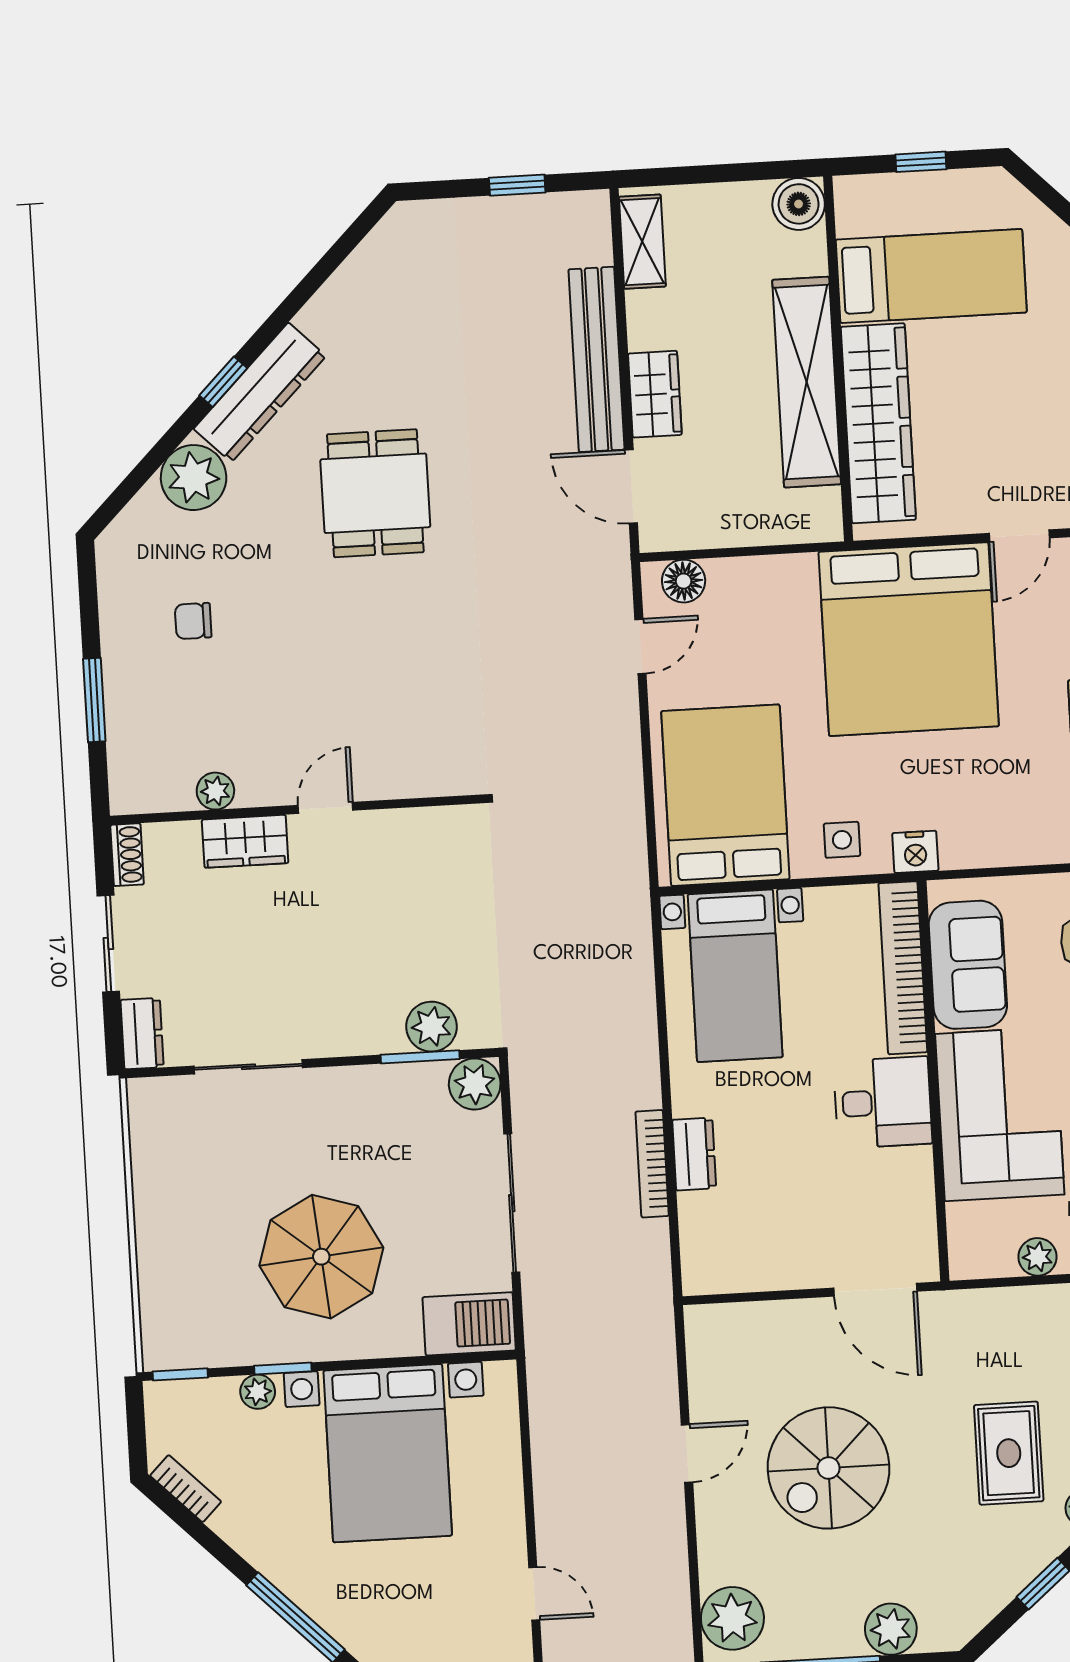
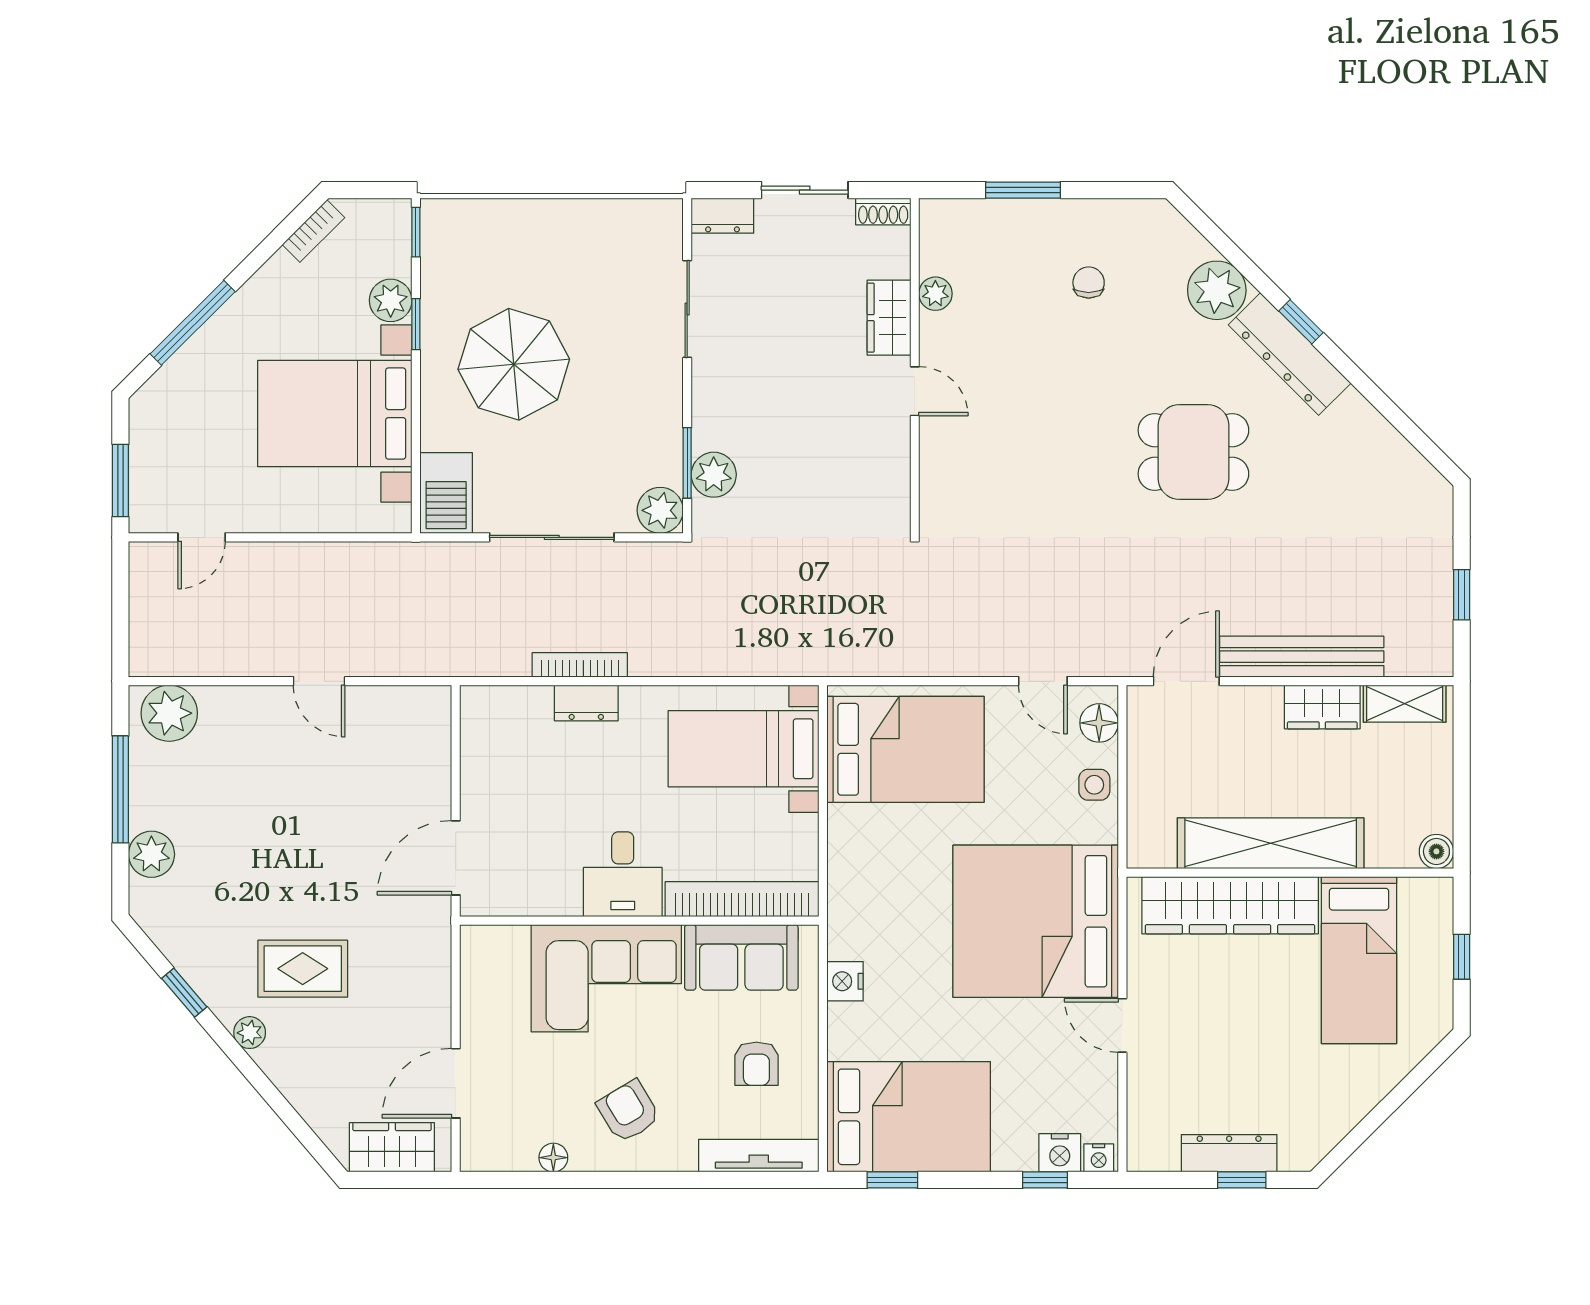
boiler: (799, 204) -> (1436, 851), width x0.73, depth x0.73
wardrobe: (655, 394) -> (1322, 707), moved
side table: (842, 840) -> (1094, 785), moved
nightstand: (915, 852) -> (845, 981), moved
plant: (1038, 1257) -> (477, 1005), removed
plant: (258, 1392) -> (391, 300), width x1.38, depth x1.38
spiral stairs: (828, 1468) -> (299, 807), removed

